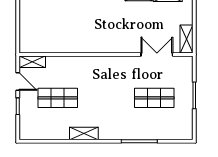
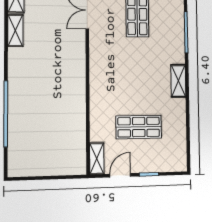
shop shelf: (58, 98) -> (139, 127), turned 90
shelving: (84, 133) -> (178, 81), moved

